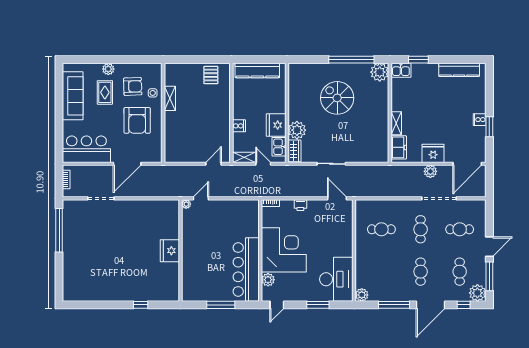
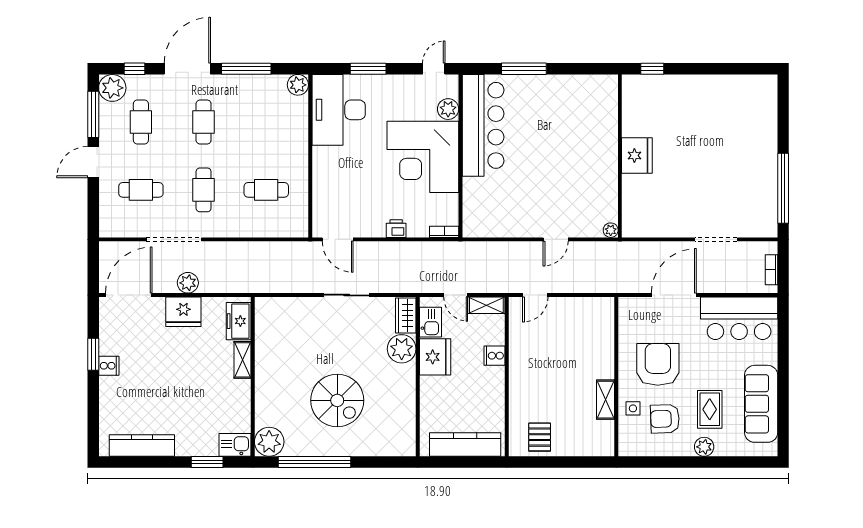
plant: (186, 204) -> (611, 230), moved
wall: (180, 250) -> (620, 156), moved
fridge: (170, 251) -> (637, 155), moved

